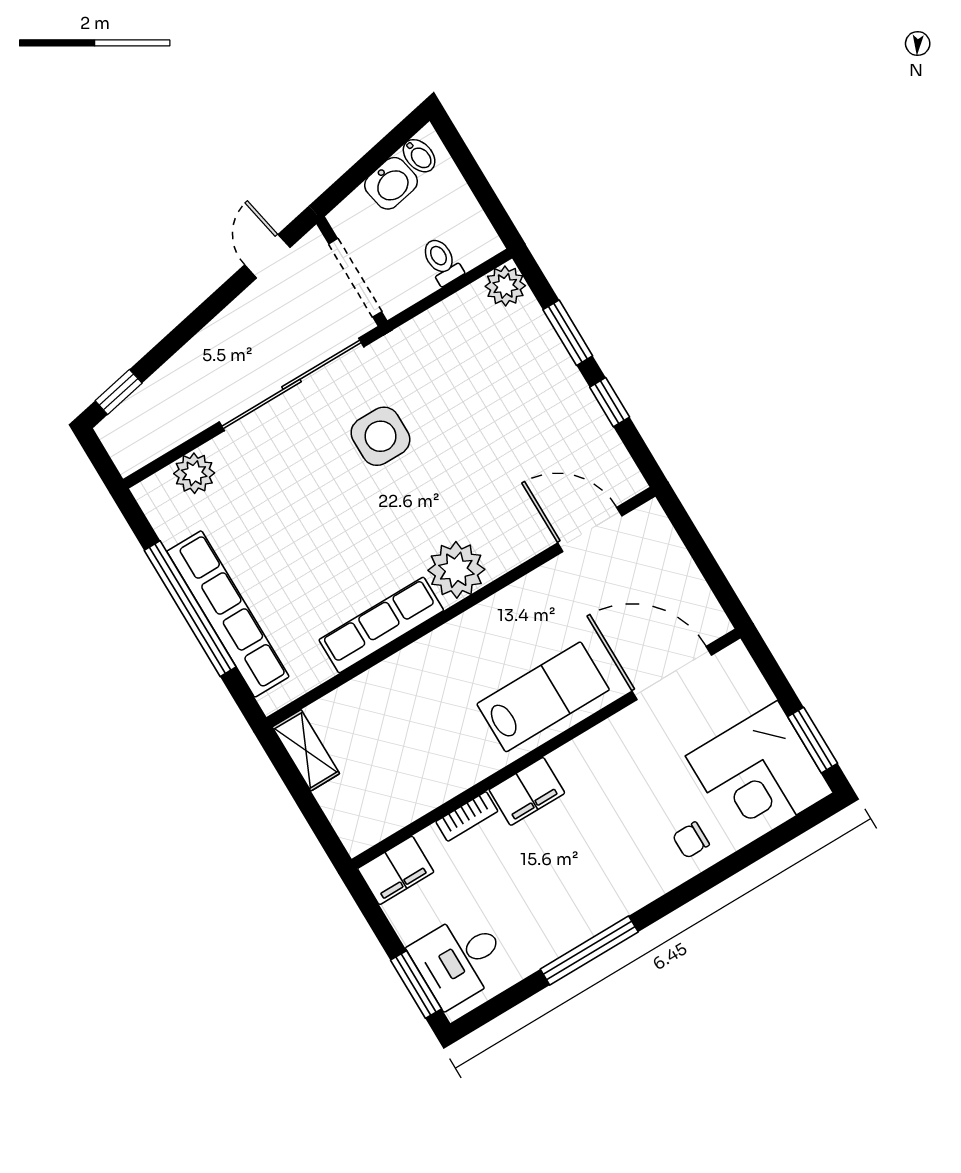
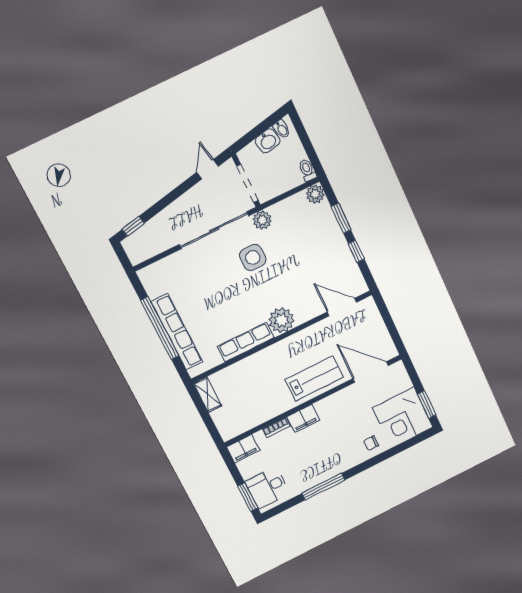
toilet: (442, 261) -> (307, 170), moved
plant: (194, 473) -> (262, 220), moved

